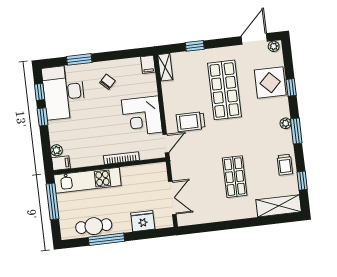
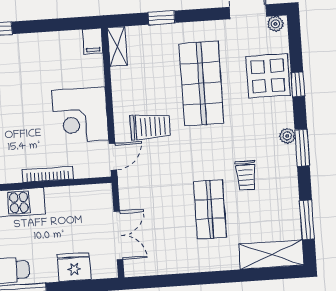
chair: (107, 82) -> (33, 63), removed
trolley: (191, 122) -> (150, 127), turned 180
trolley: (285, 165) -> (246, 175), moved
window: (302, 181) -> (307, 220), width x1.50

